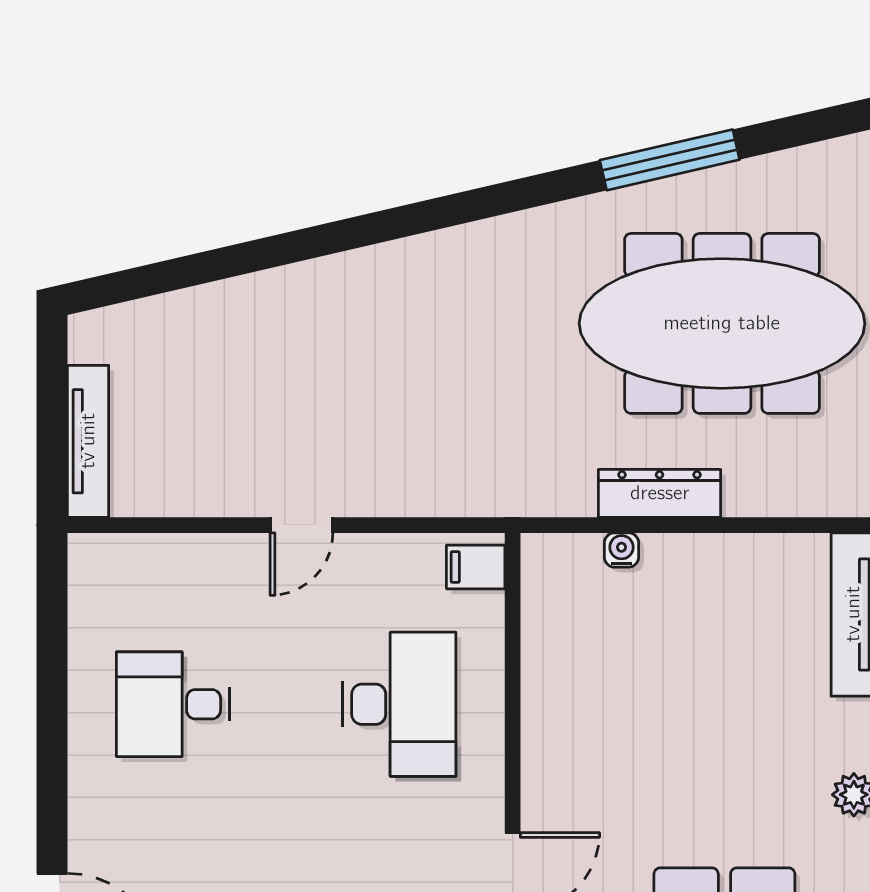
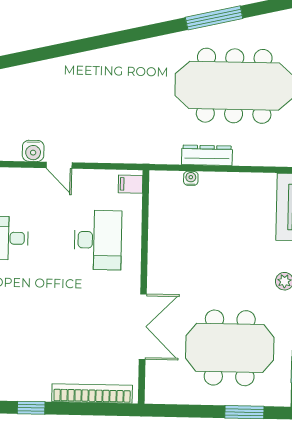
water cooler: (238, 491) -> (33, 151), added
door: (301, 525) -> (59, 165), hinge flipped

